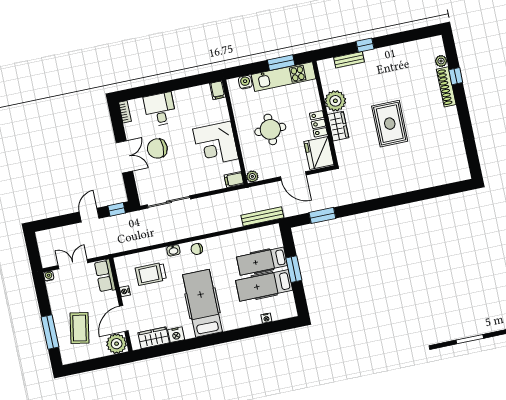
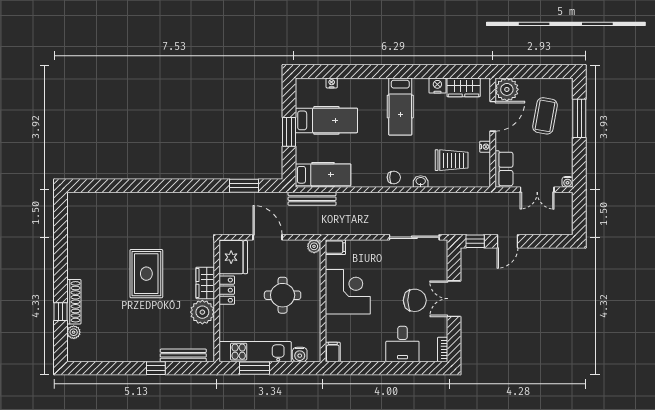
bench: (349, 60) -> (183, 355), width x1.36
hospital bed: (262, 261) -> (323, 175), moved
hospital bed: (202, 303) -> (400, 107), width x0.73, depth x0.78

